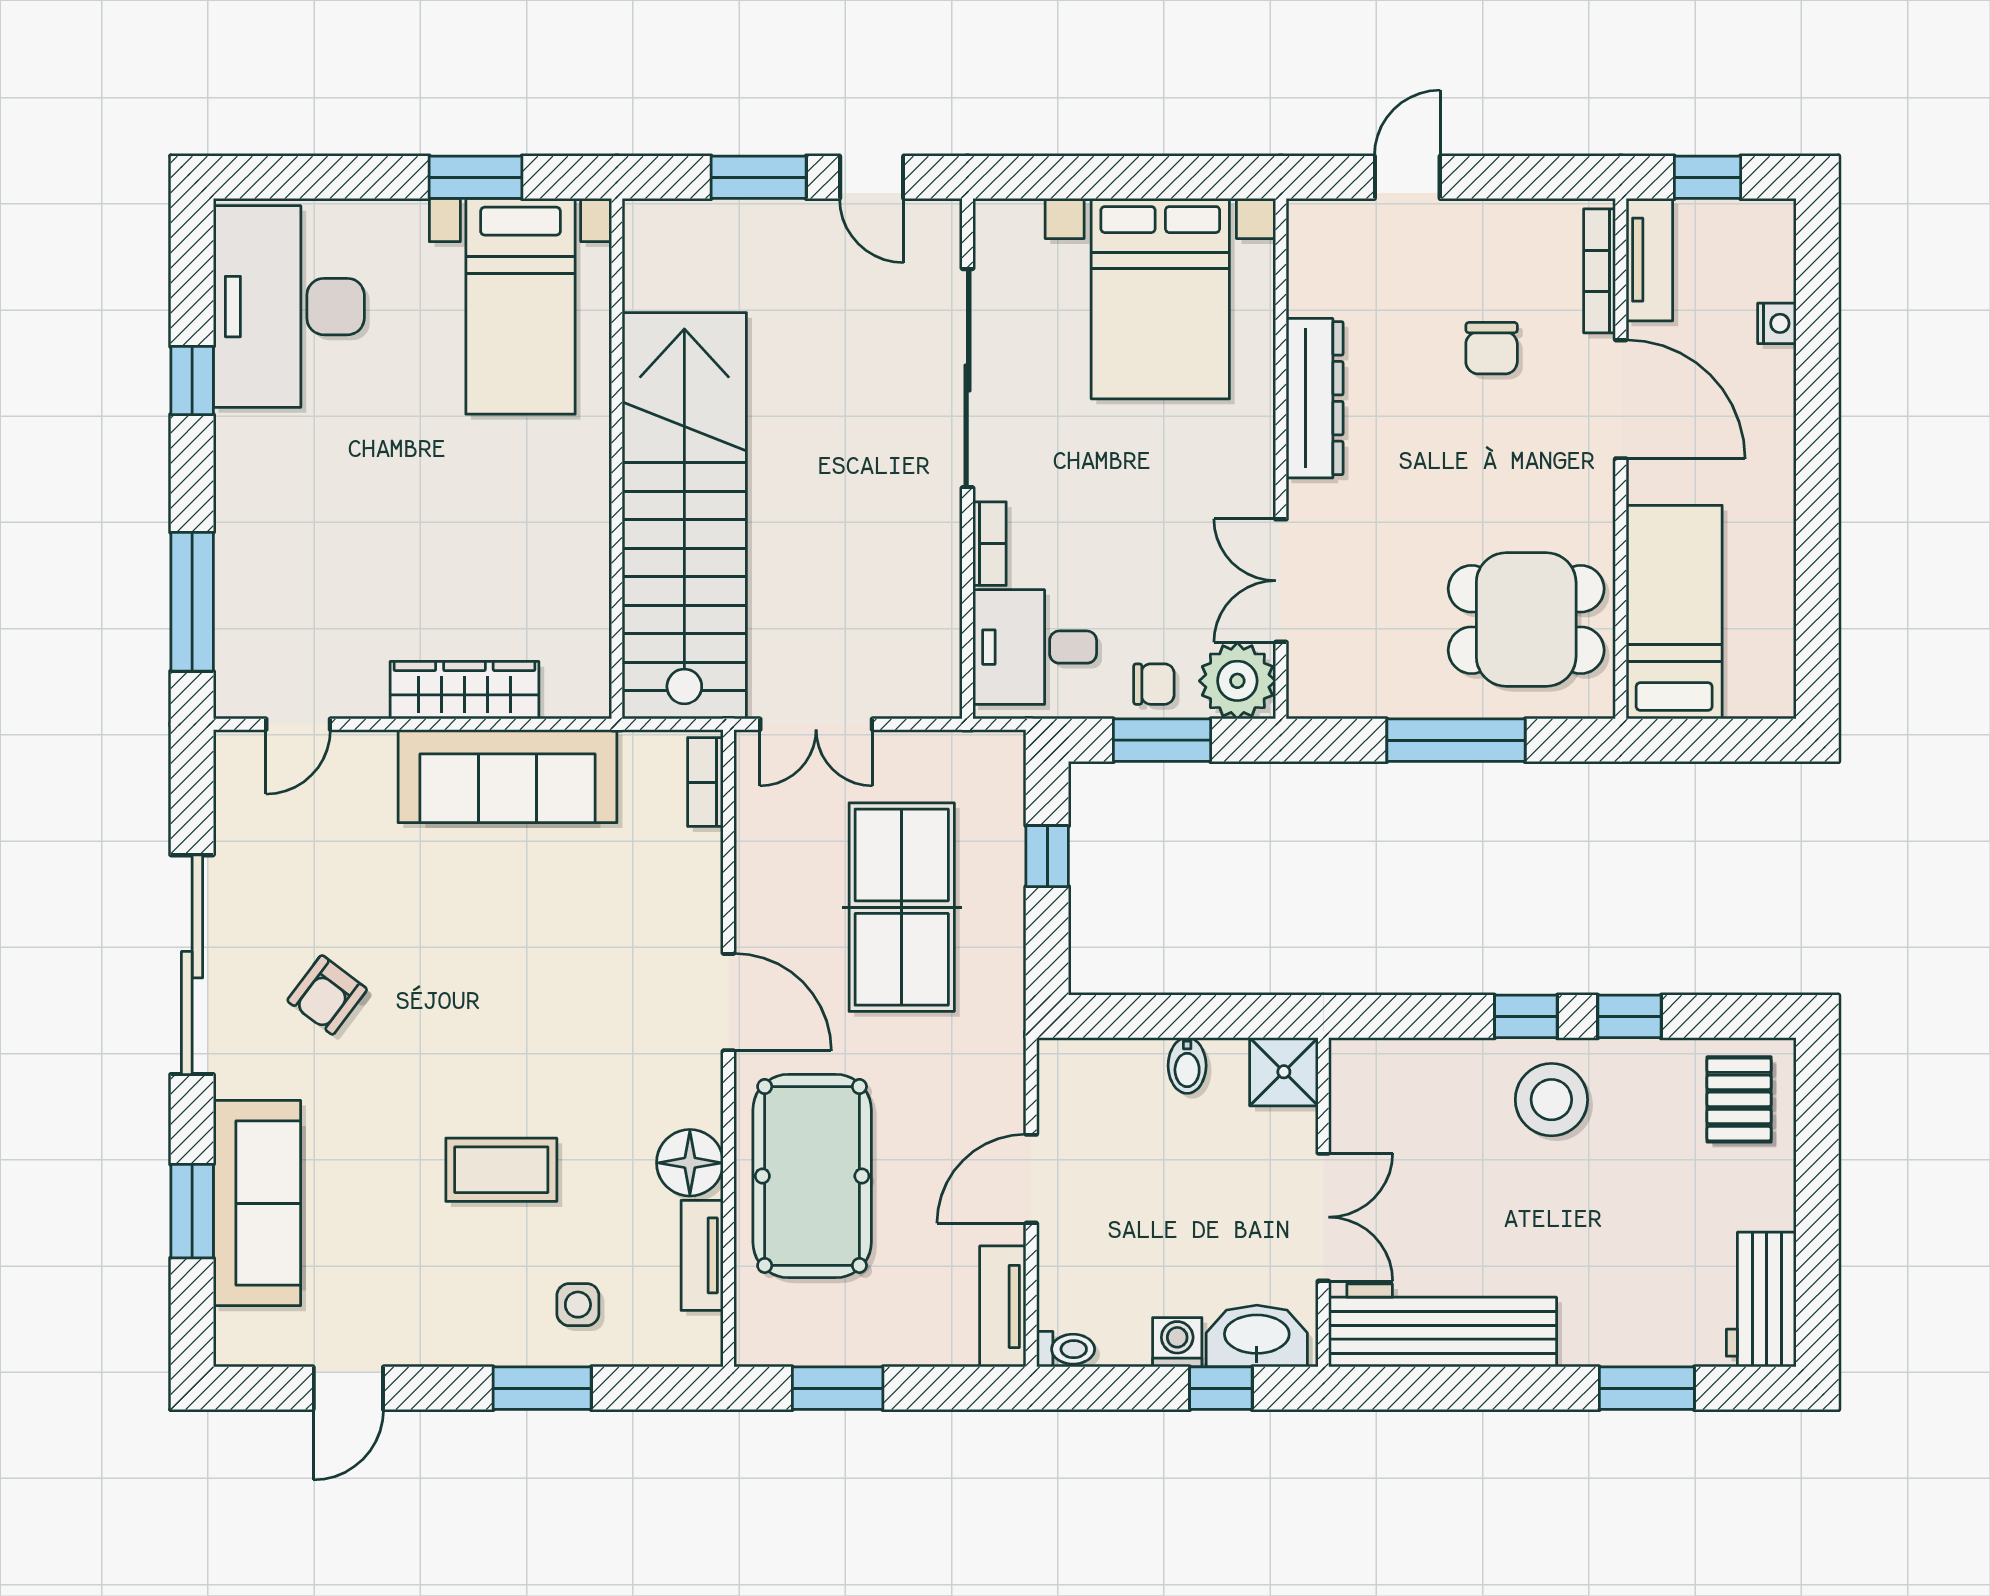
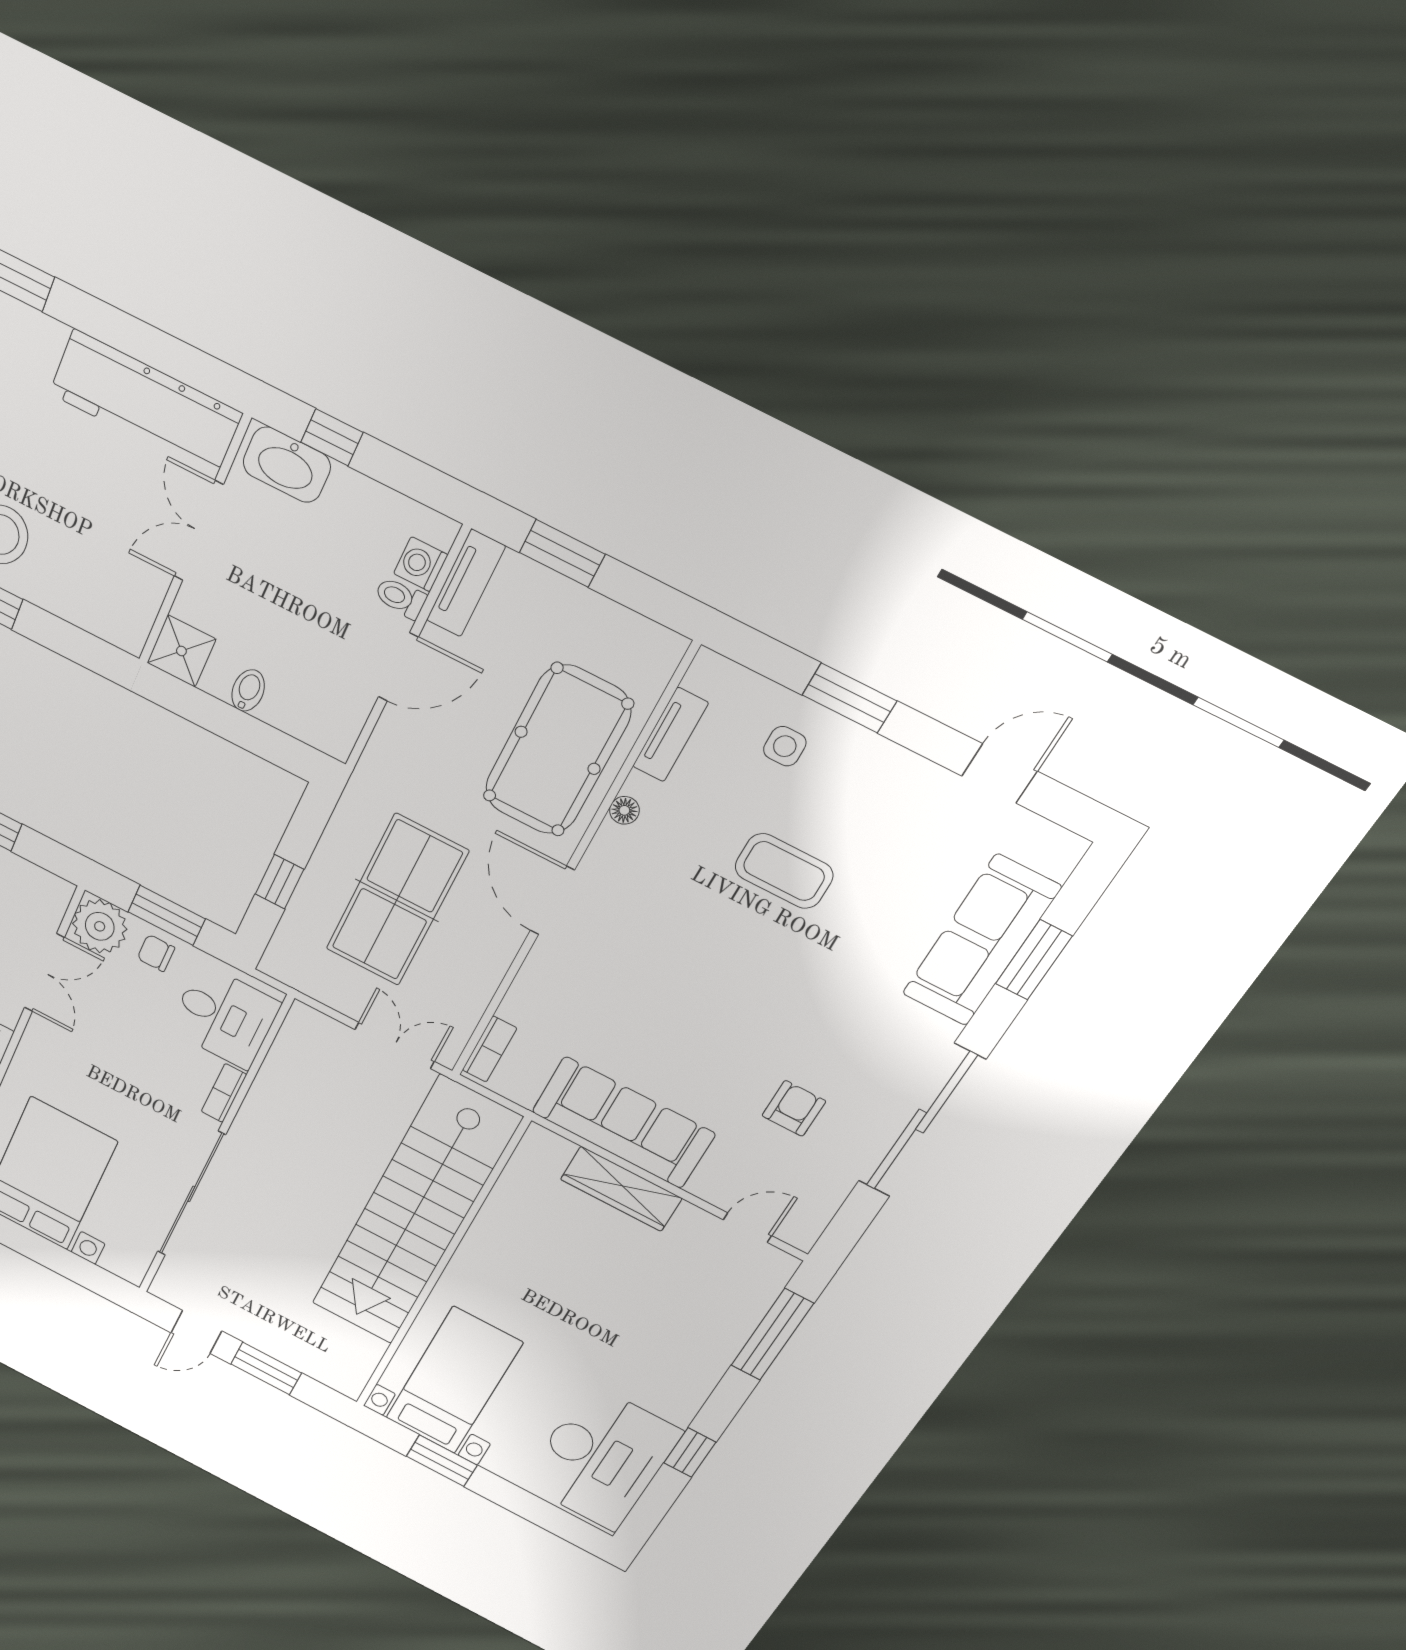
door: (872, 177) -> (196, 1332), swing flipped
armchair: (327, 995) -> (794, 1108), moved, turned -37
floor lamp: (690, 1163) -> (624, 810), width x0.53, depth x0.53
washing machine: (1177, 1342) -> (421, 564), moved, turned 90
toilet: (1066, 1349) -> (400, 598), moved
window: (838, 1388) -> (562, 553), moved

